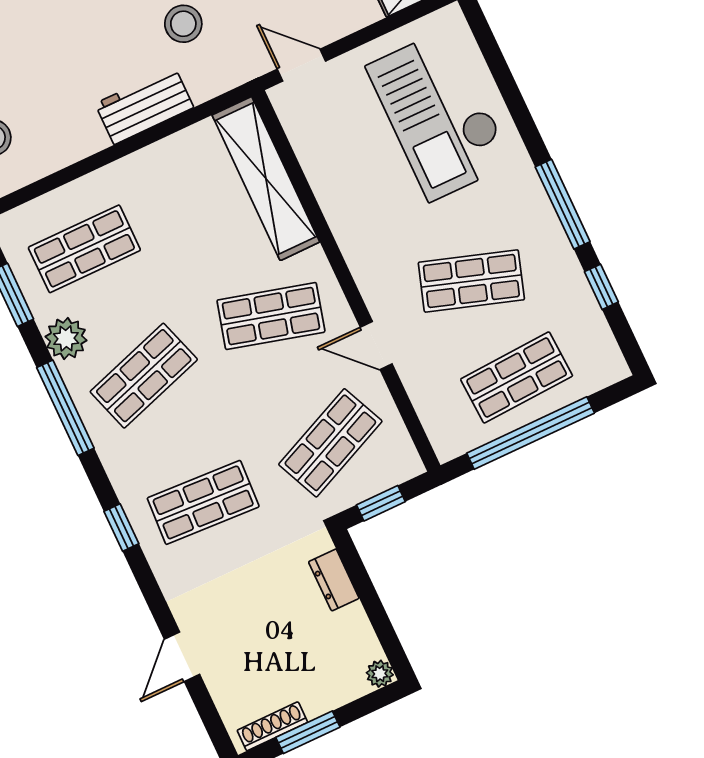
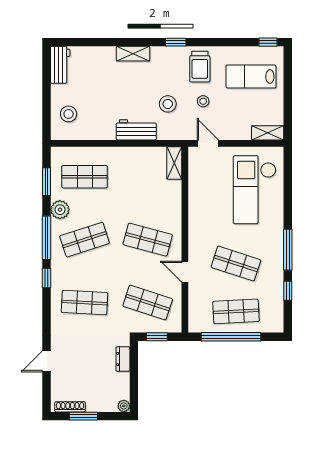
shelving: (266, 179) -> (174, 163), width x0.45, depth x0.75
shop shelf: (330, 443) -> (148, 303), turned 42
window: (121, 528) -> (47, 278), moved

